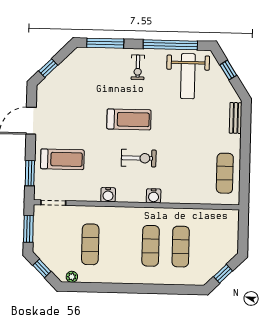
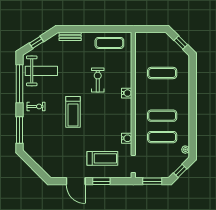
window: (48, 68) -> (38, 170), removed
treadmill: (129, 119) -> (73, 112), turned 180
exercise bike: (139, 158) -> (98, 80), moved
treadmill: (62, 159) -> (102, 158), turned 90
window: (30, 173) -> (101, 181), moved
water cooler: (108, 195) -> (127, 138), moved
exercise mat: (151, 246) -> (162, 116), moved

